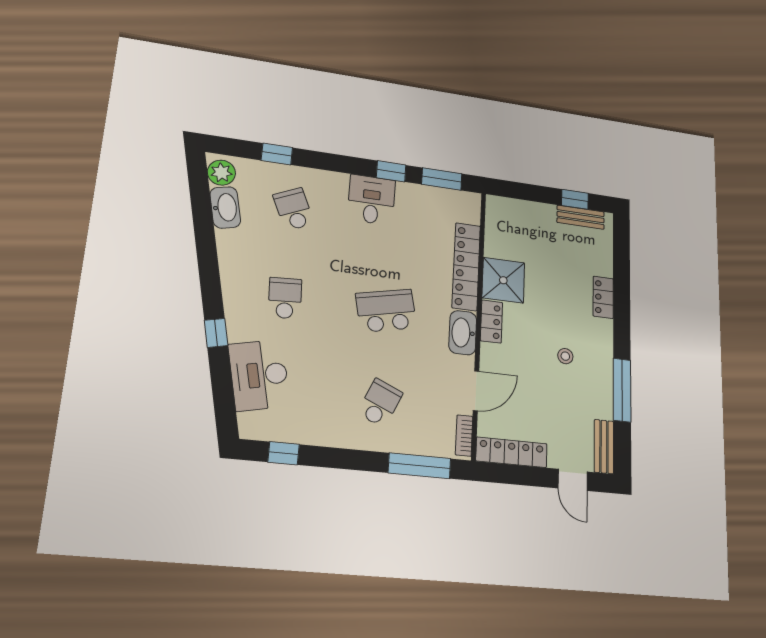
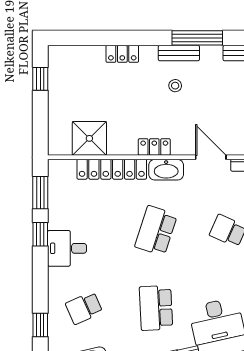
bench: (581, 217) -> (179, 53), moved, turned 90
shower: (503, 280) -> (89, 138), moved
school desk: (285, 298) -> (156, 308), width x1.85
school desk: (386, 311) -> (156, 231), turned 30

